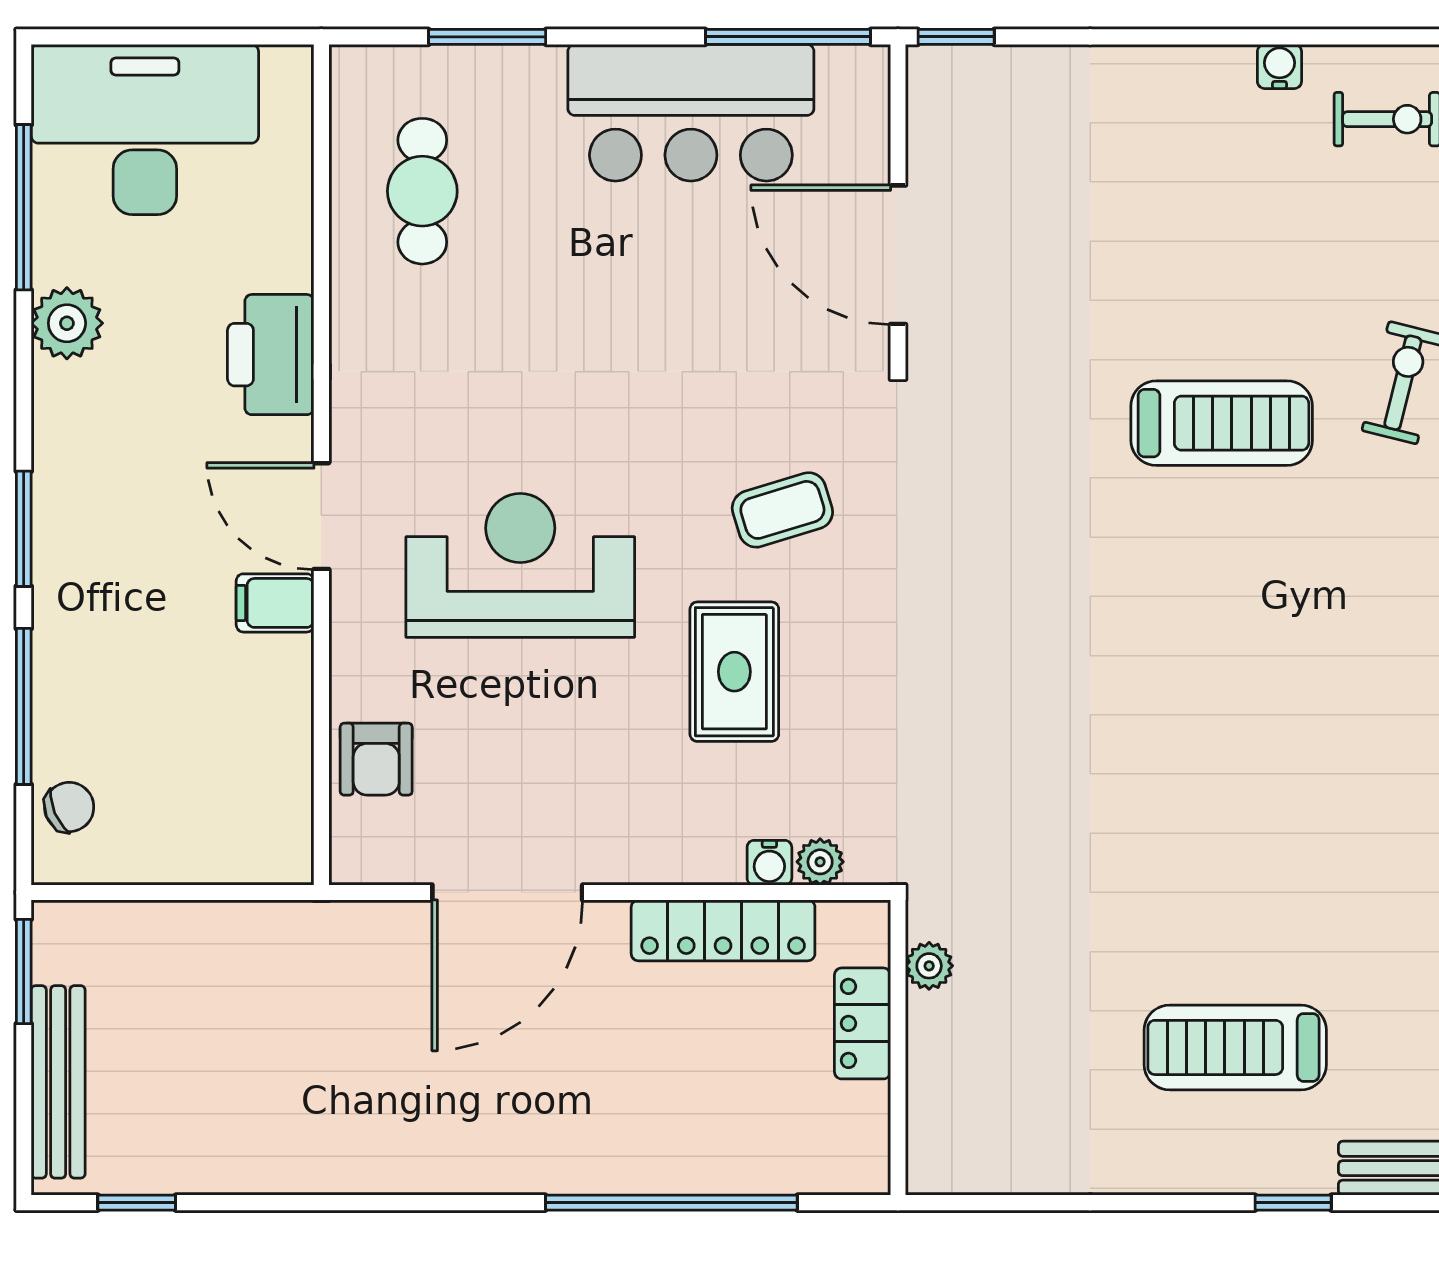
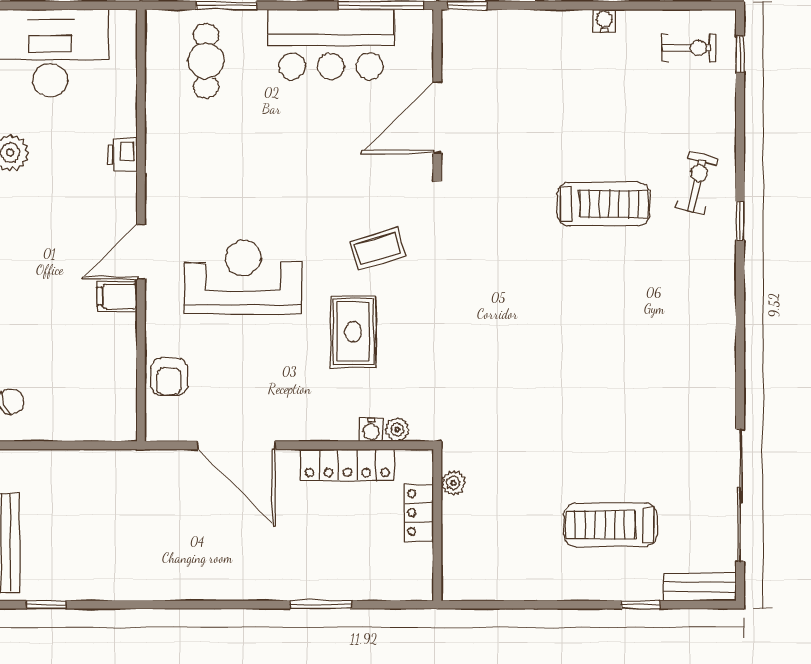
water cooler: (1279, 66) -> (604, 21), moved
cafe table: (422, 191) -> (206, 61), moved
door: (898, 255) -> (437, 117), hinge flipped
printer: (271, 355) -> (122, 154), width x0.53, depth x0.68
door: (321, 516) -> (141, 252), hinge flipped
door: (507, 893) -> (236, 445), hinge flipped
window: (671, 1203) -> (321, 605), width x0.47

